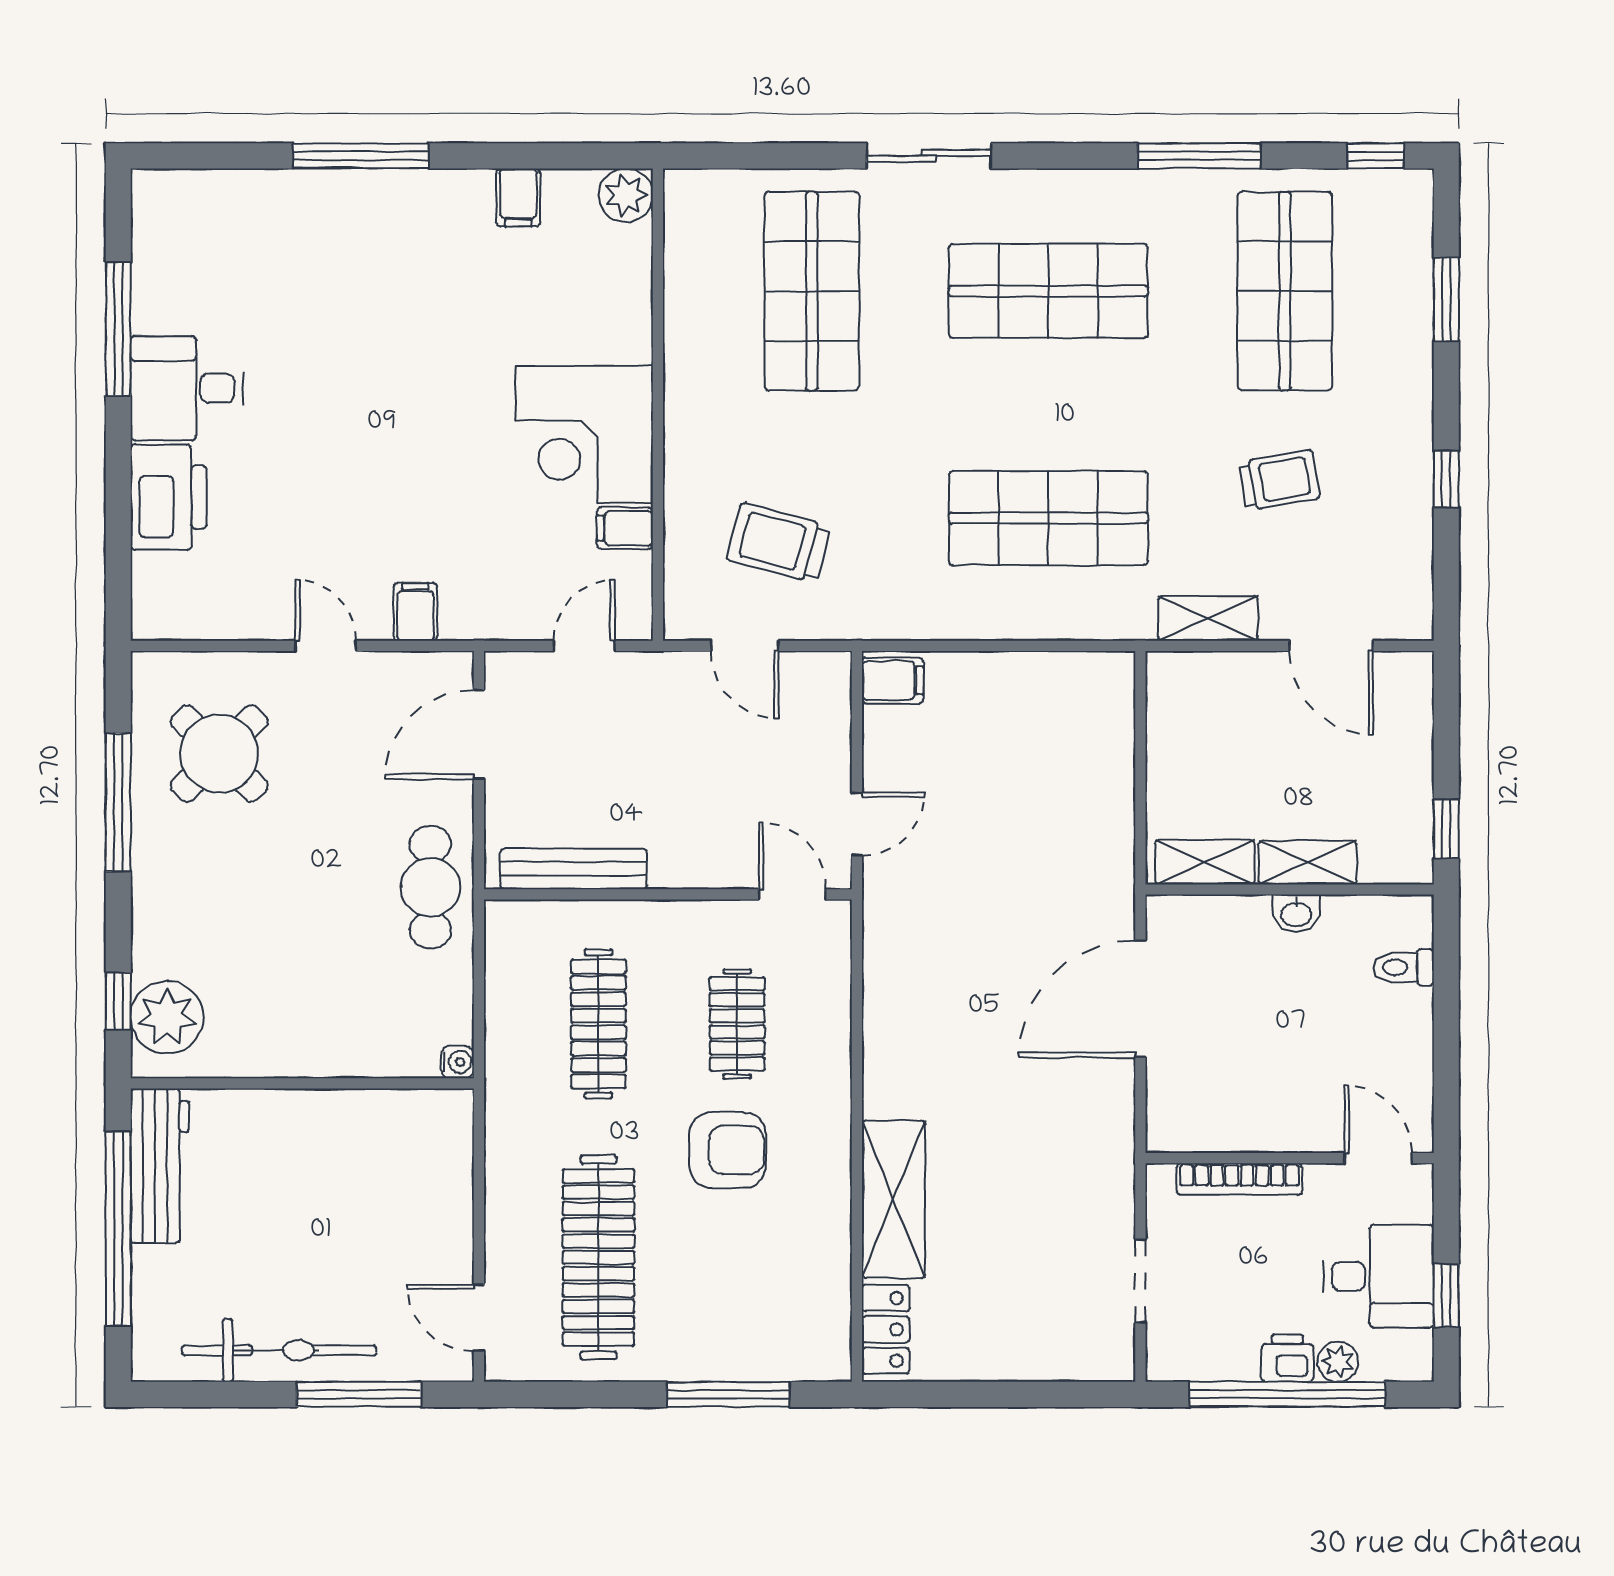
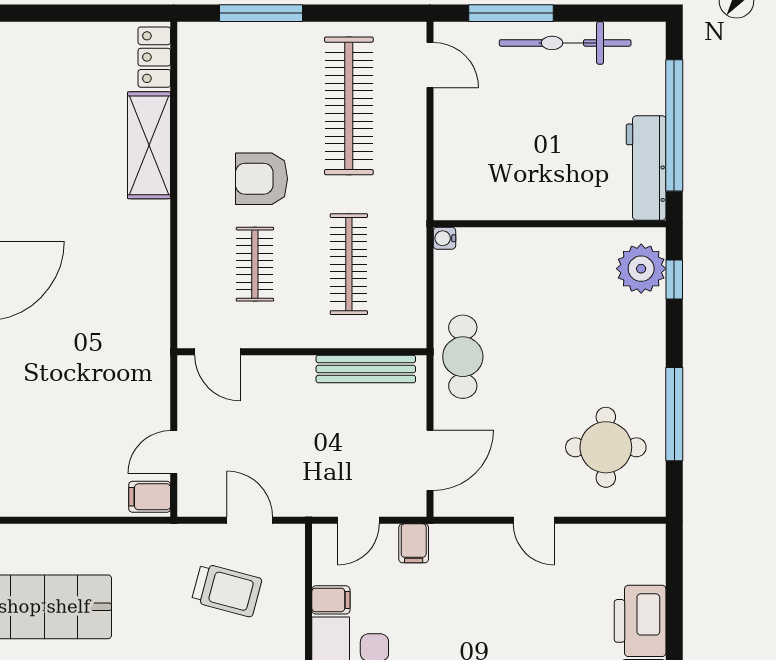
filing cabinet: (415, 612) -> (414, 543), moved
round table: (219, 753) -> (606, 447), turned 45
door: (857, 824) -> (174, 452), moved

